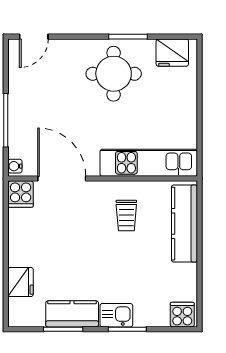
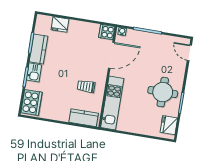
kitchen counter: (184, 224) -> (84, 118), width x0.67
cooker: (182, 315) -> (31, 102), width x1.87, depth x1.31

